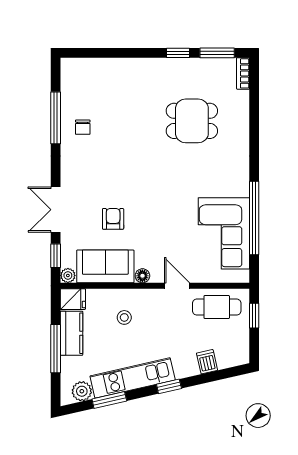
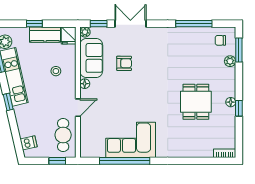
window: (217, 53) -> (239, 50), moved
floor lamp: (169, 65) -> (231, 102), added
plant: (110, 66) -> (230, 61), added
dining table: (192, 121) -> (196, 102), moved
chair: (83, 127) -> (220, 40), moved
corner sofa: (224, 233) -> (131, 140), moved
window: (56, 349) -> (34, 24), width x0.46
dishwasher: (207, 362) -> (29, 143), moved

